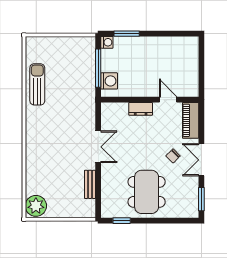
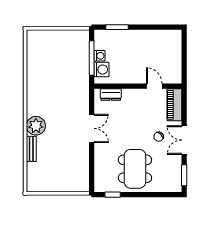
washing machine: (107, 42) -> (100, 56), moved
sun lounger: (37, 84) -> (37, 73), removed
dresser: (141, 109) -> (111, 95), moved
bench: (90, 184) -> (31, 149), moved
plant: (36, 206) -> (36, 126), moved

